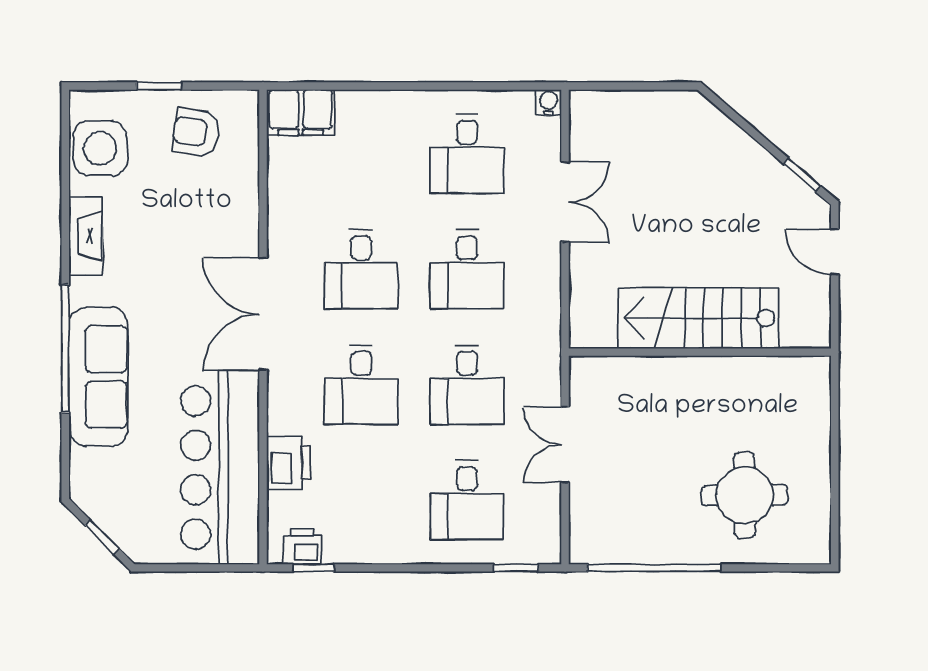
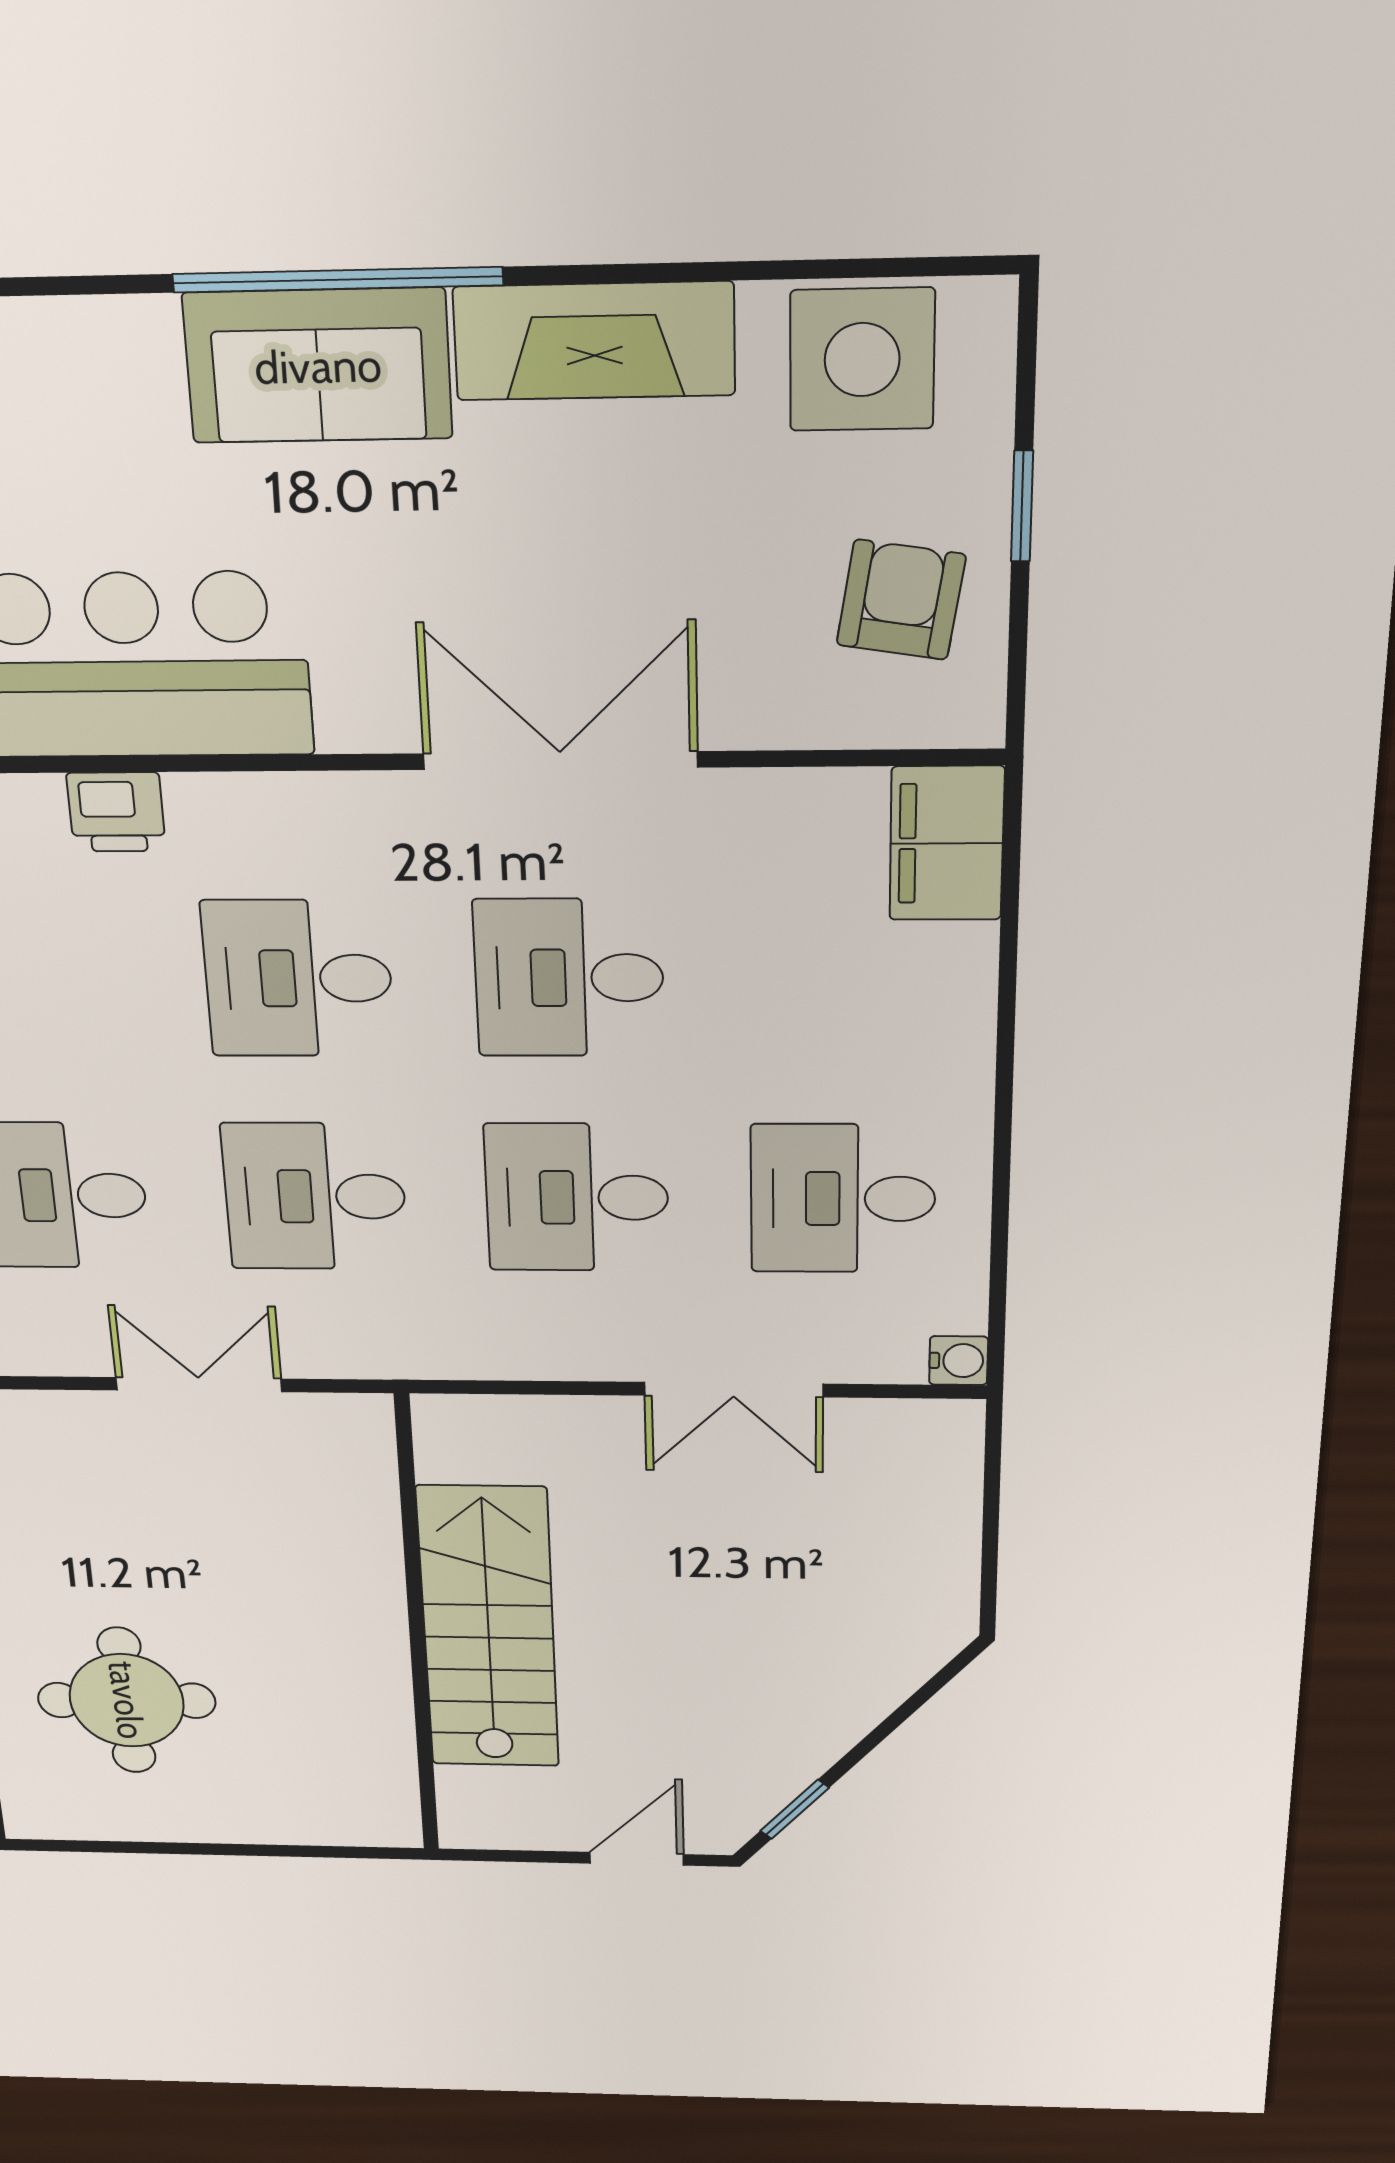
fireplace: (86, 236) -> (594, 341), width x1.37, depth x1.32
double door: (263, 314) -> (560, 760), moved
sofa: (98, 377) -> (318, 366), width x0.73
printer: (289, 463) -> (116, 812), width x0.73, depth x0.81

